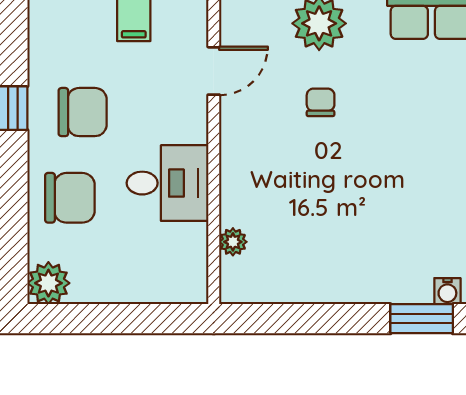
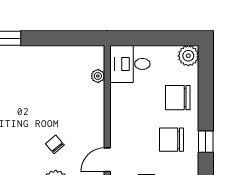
chair: (321, 102) -> (55, 144), turned 140
desk: (167, 183) -> (130, 64), moved

